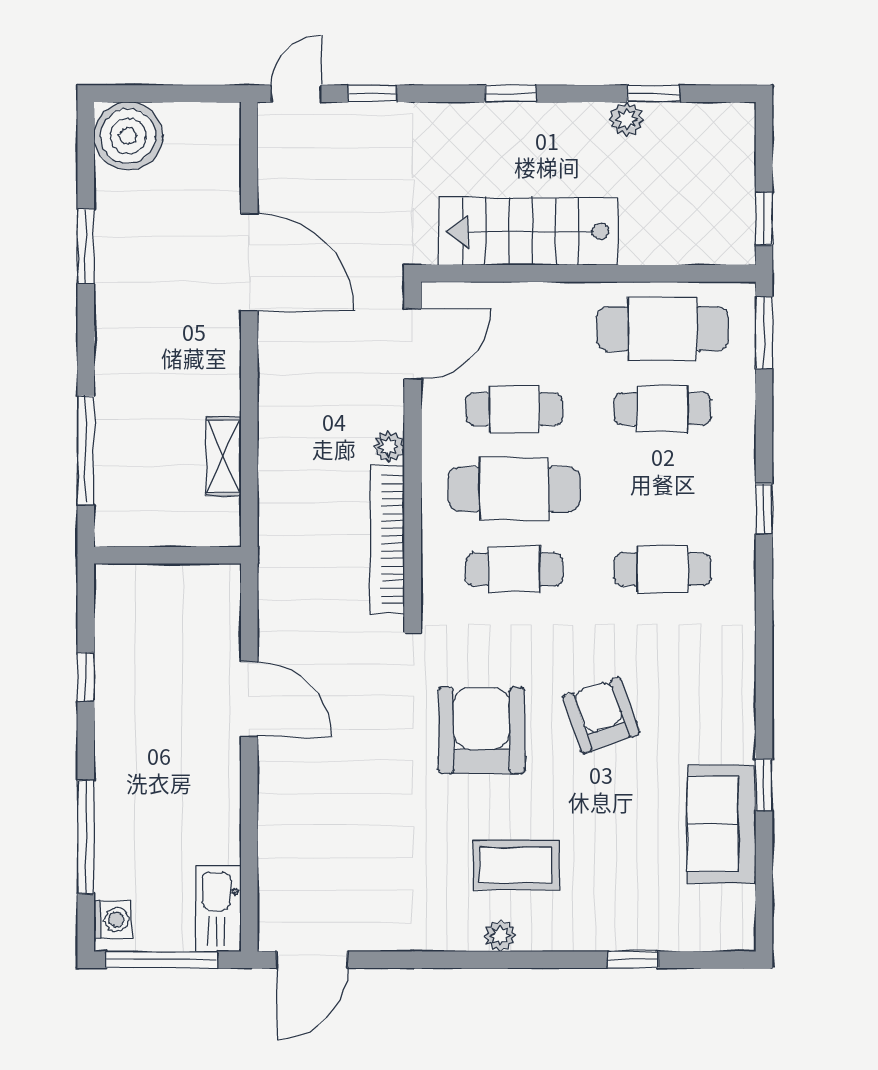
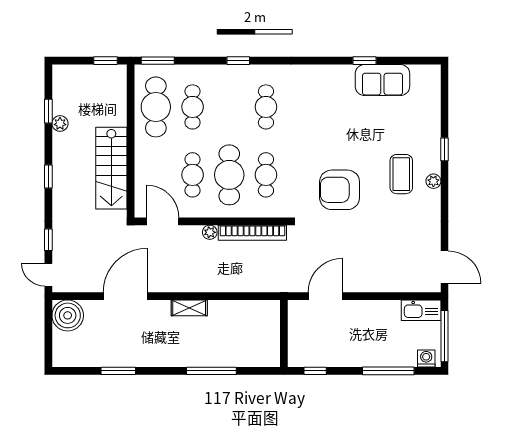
boiler: (128, 136) -> (68, 315), moved
shelving: (223, 456) -> (189, 308), moved
wall: (168, 555) -> (284, 333), moved
armchair: (601, 715) -> (333, 135), removed
window: (633, 960) -> (445, 149), moved

